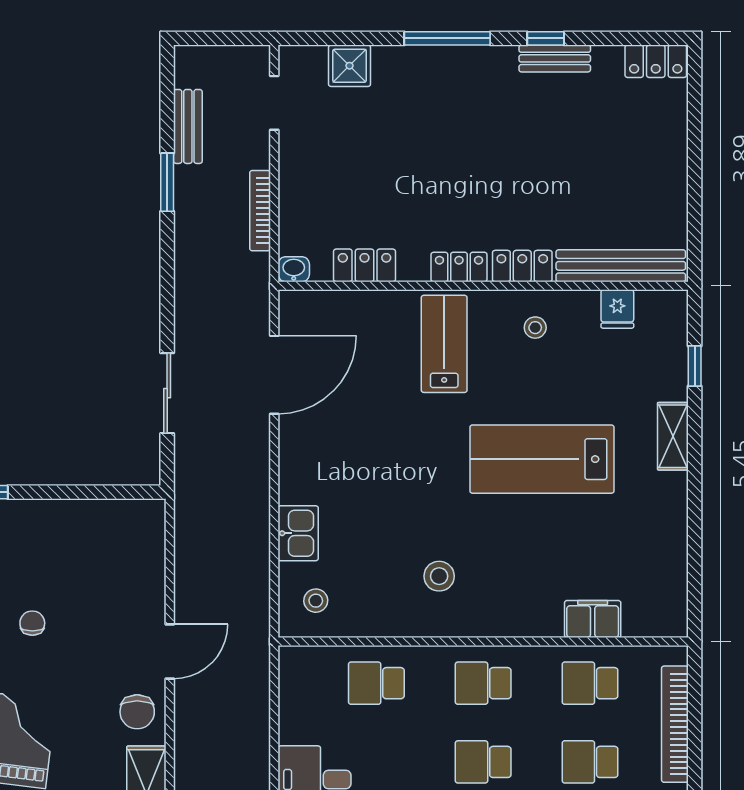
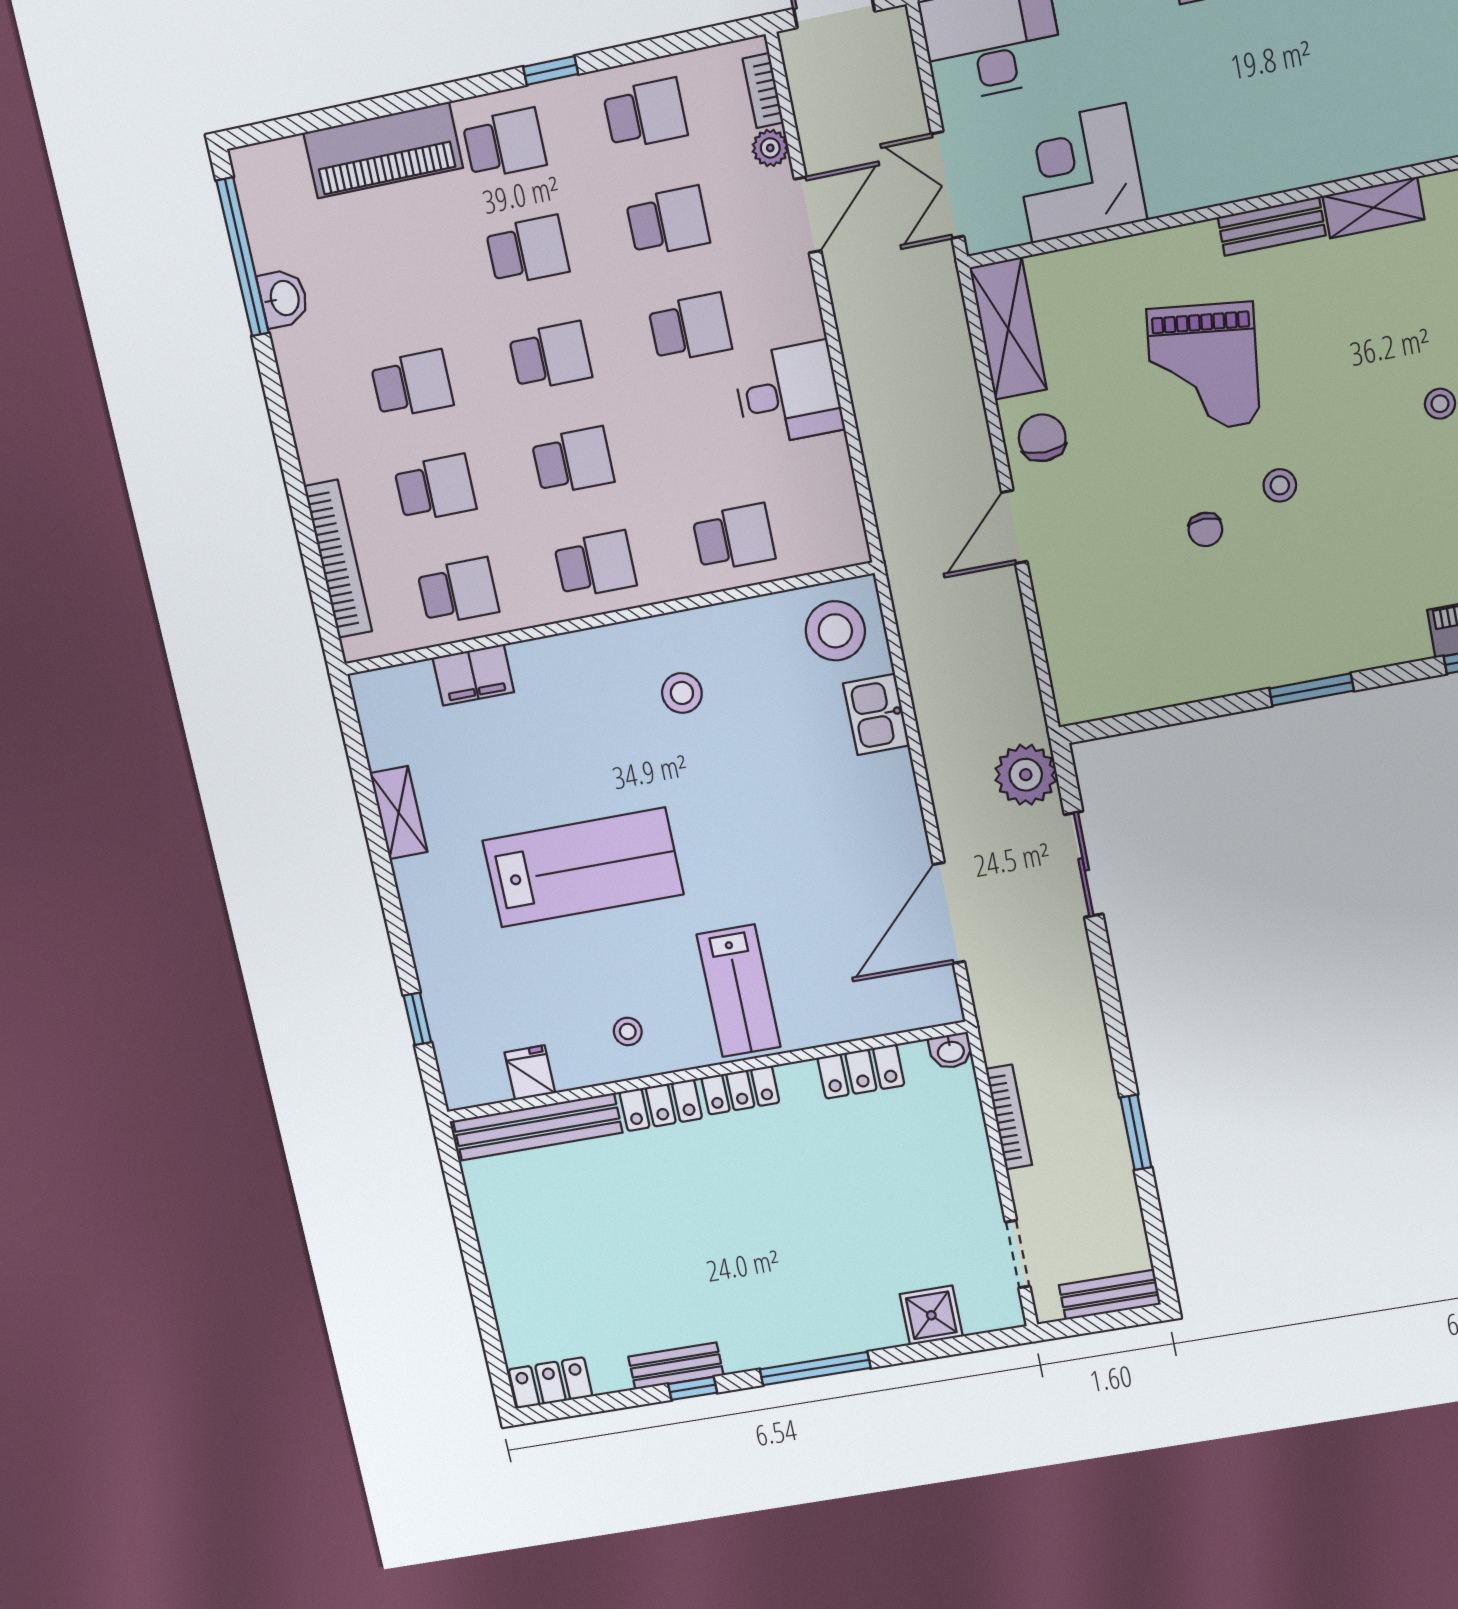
bench: (188, 126) -> (1110, 1295), moved, turned 90
shelving: (673, 436) -> (399, 813), moved
plant: (197, 468) -> (1026, 775), added
stool: (316, 601) -> (835, 631), width x1.89, depth x1.89

